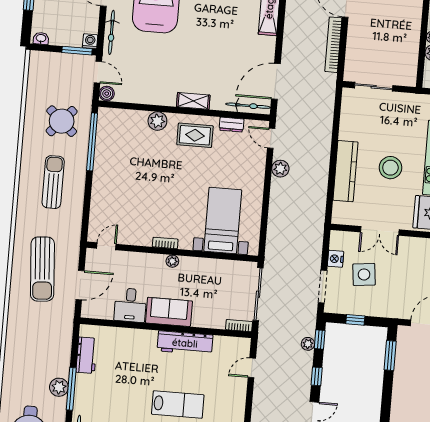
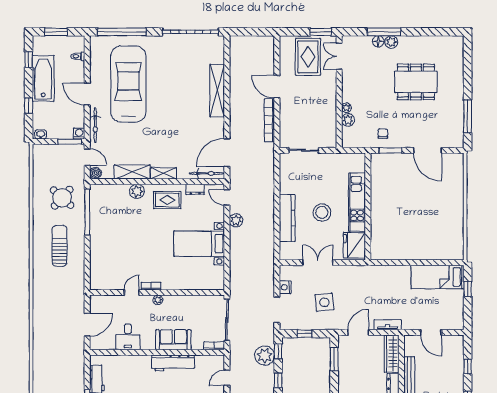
shelving: (153, 96) -> (132, 172), added
bed with nightstands: (223, 221) -> (199, 244), moved, turned -90
double door: (380, 231) -> (318, 263), swing flipped
door: (106, 246) -> (132, 292), moved
sun lounger: (42, 269) -> (57, 314), removed
side table: (364, 274) -> (324, 302), moved
sofa: (169, 312) -> (173, 340), moved
plant: (308, 344) -> (265, 356), width x1.87, depth x1.87

